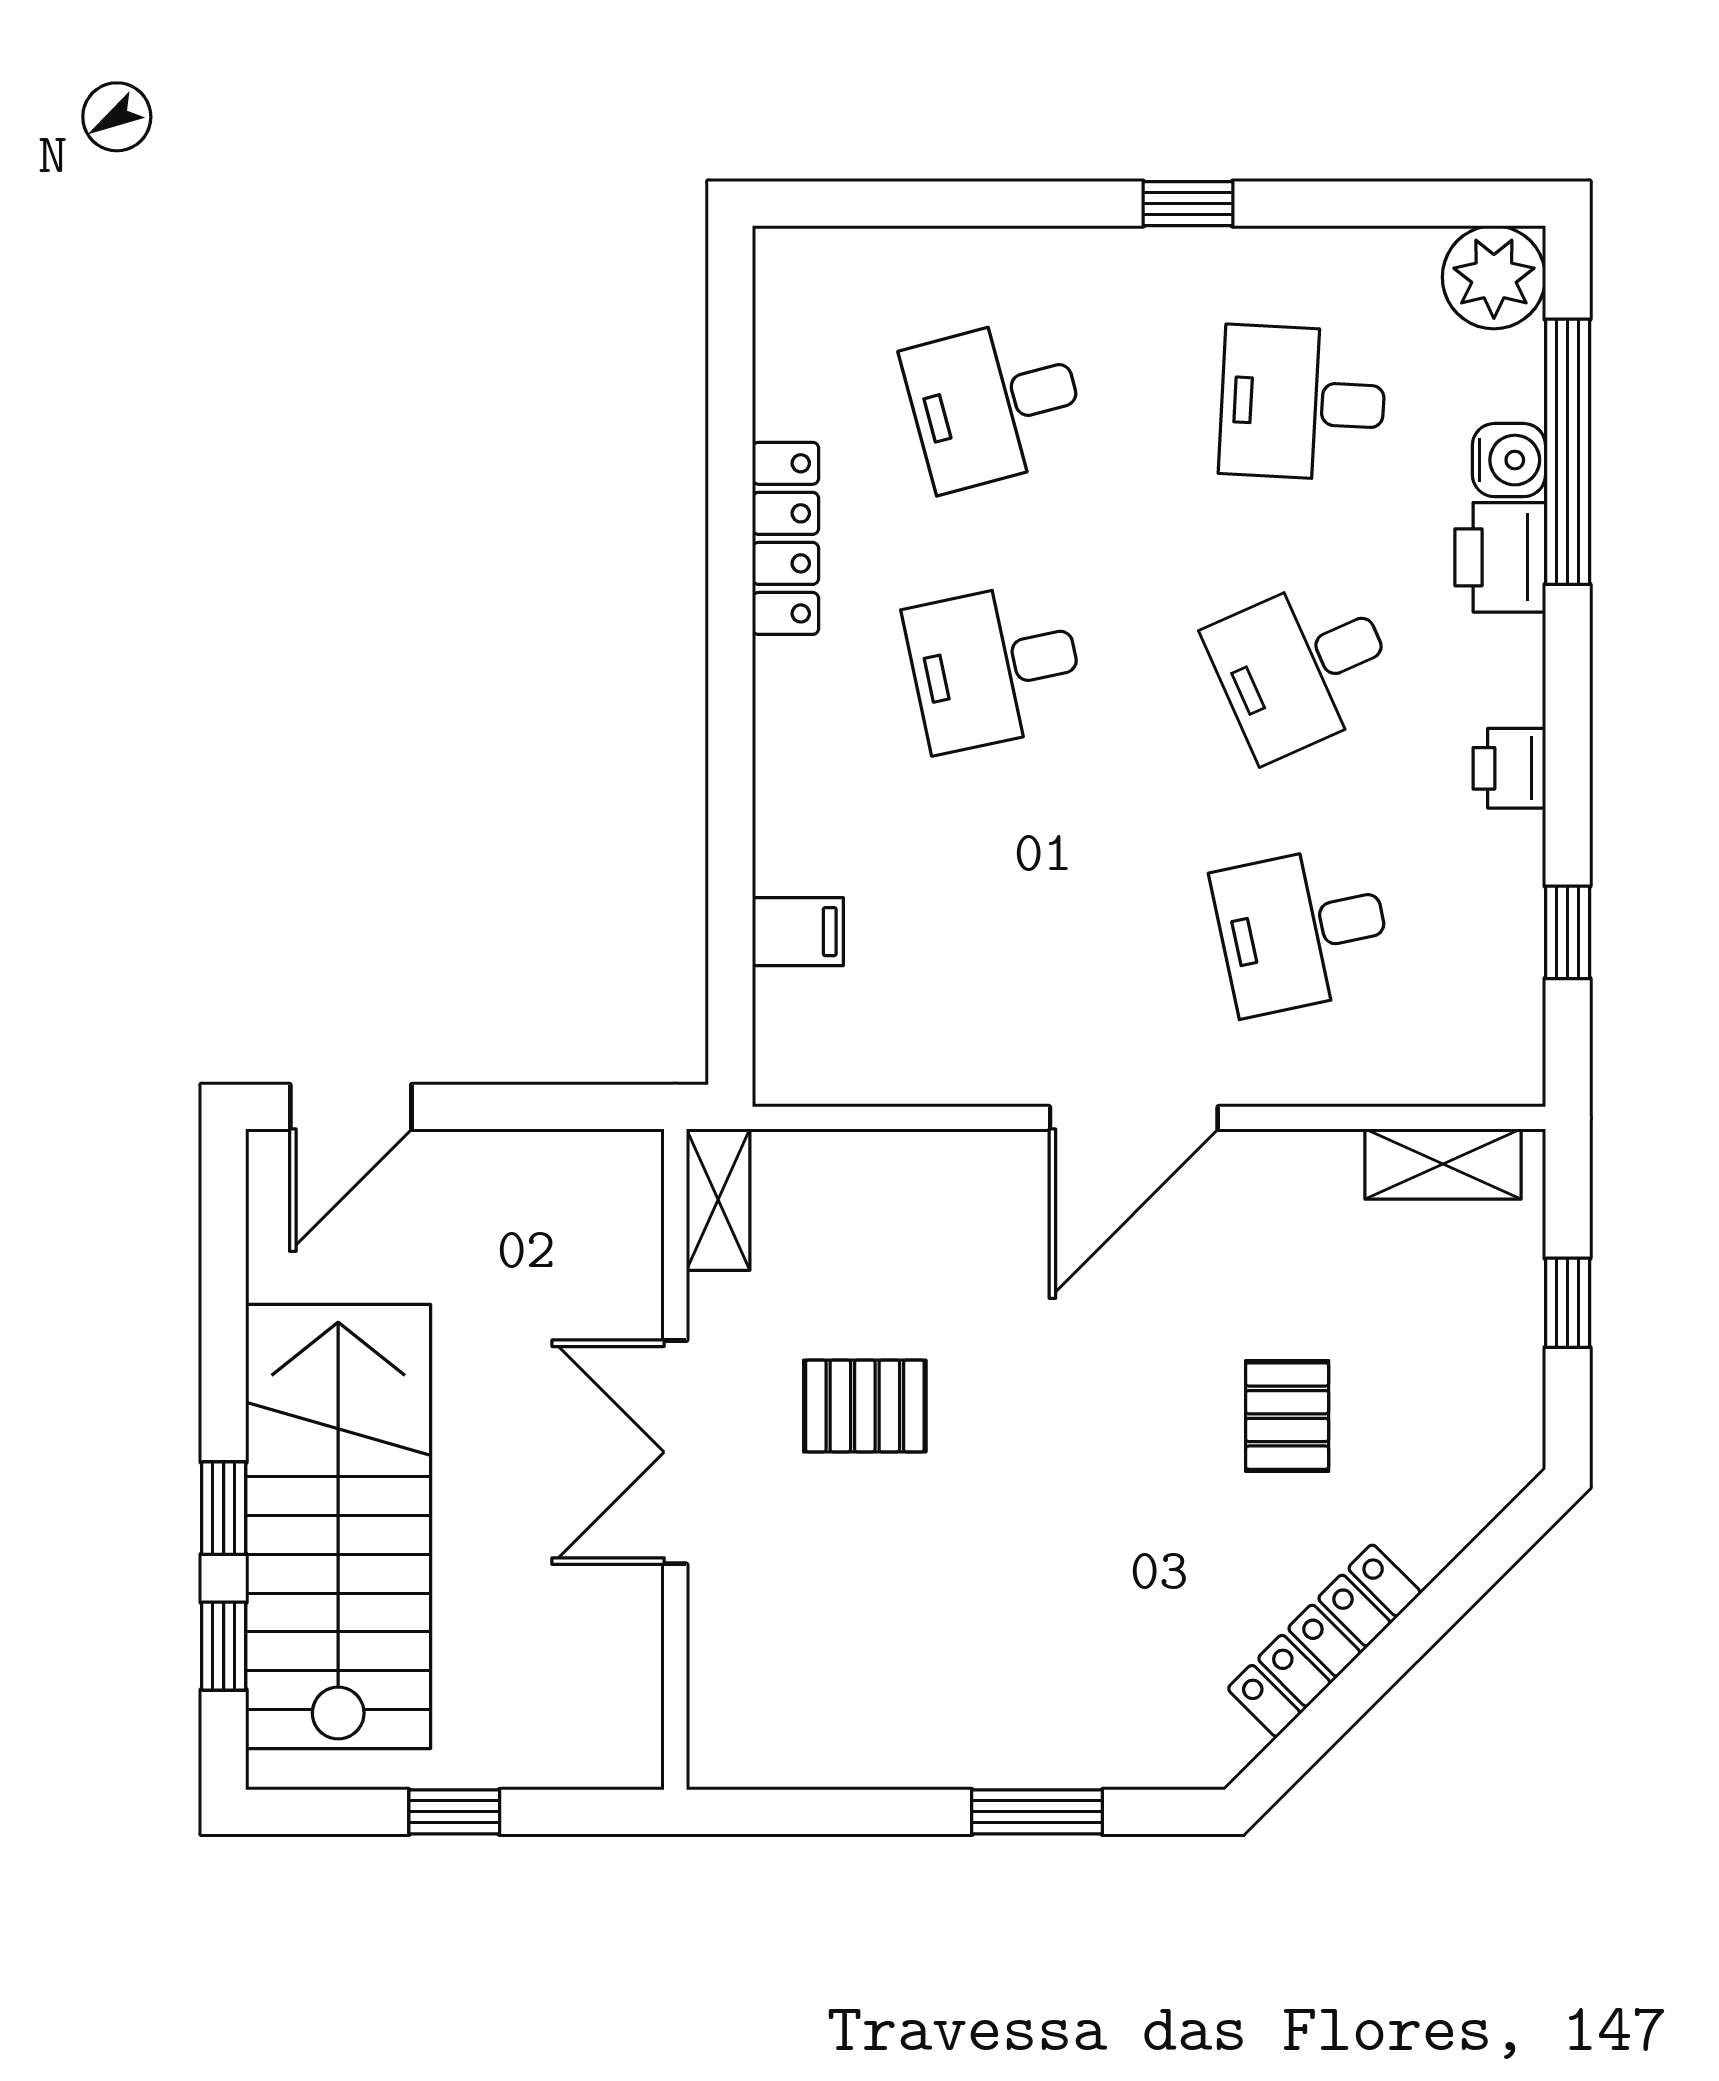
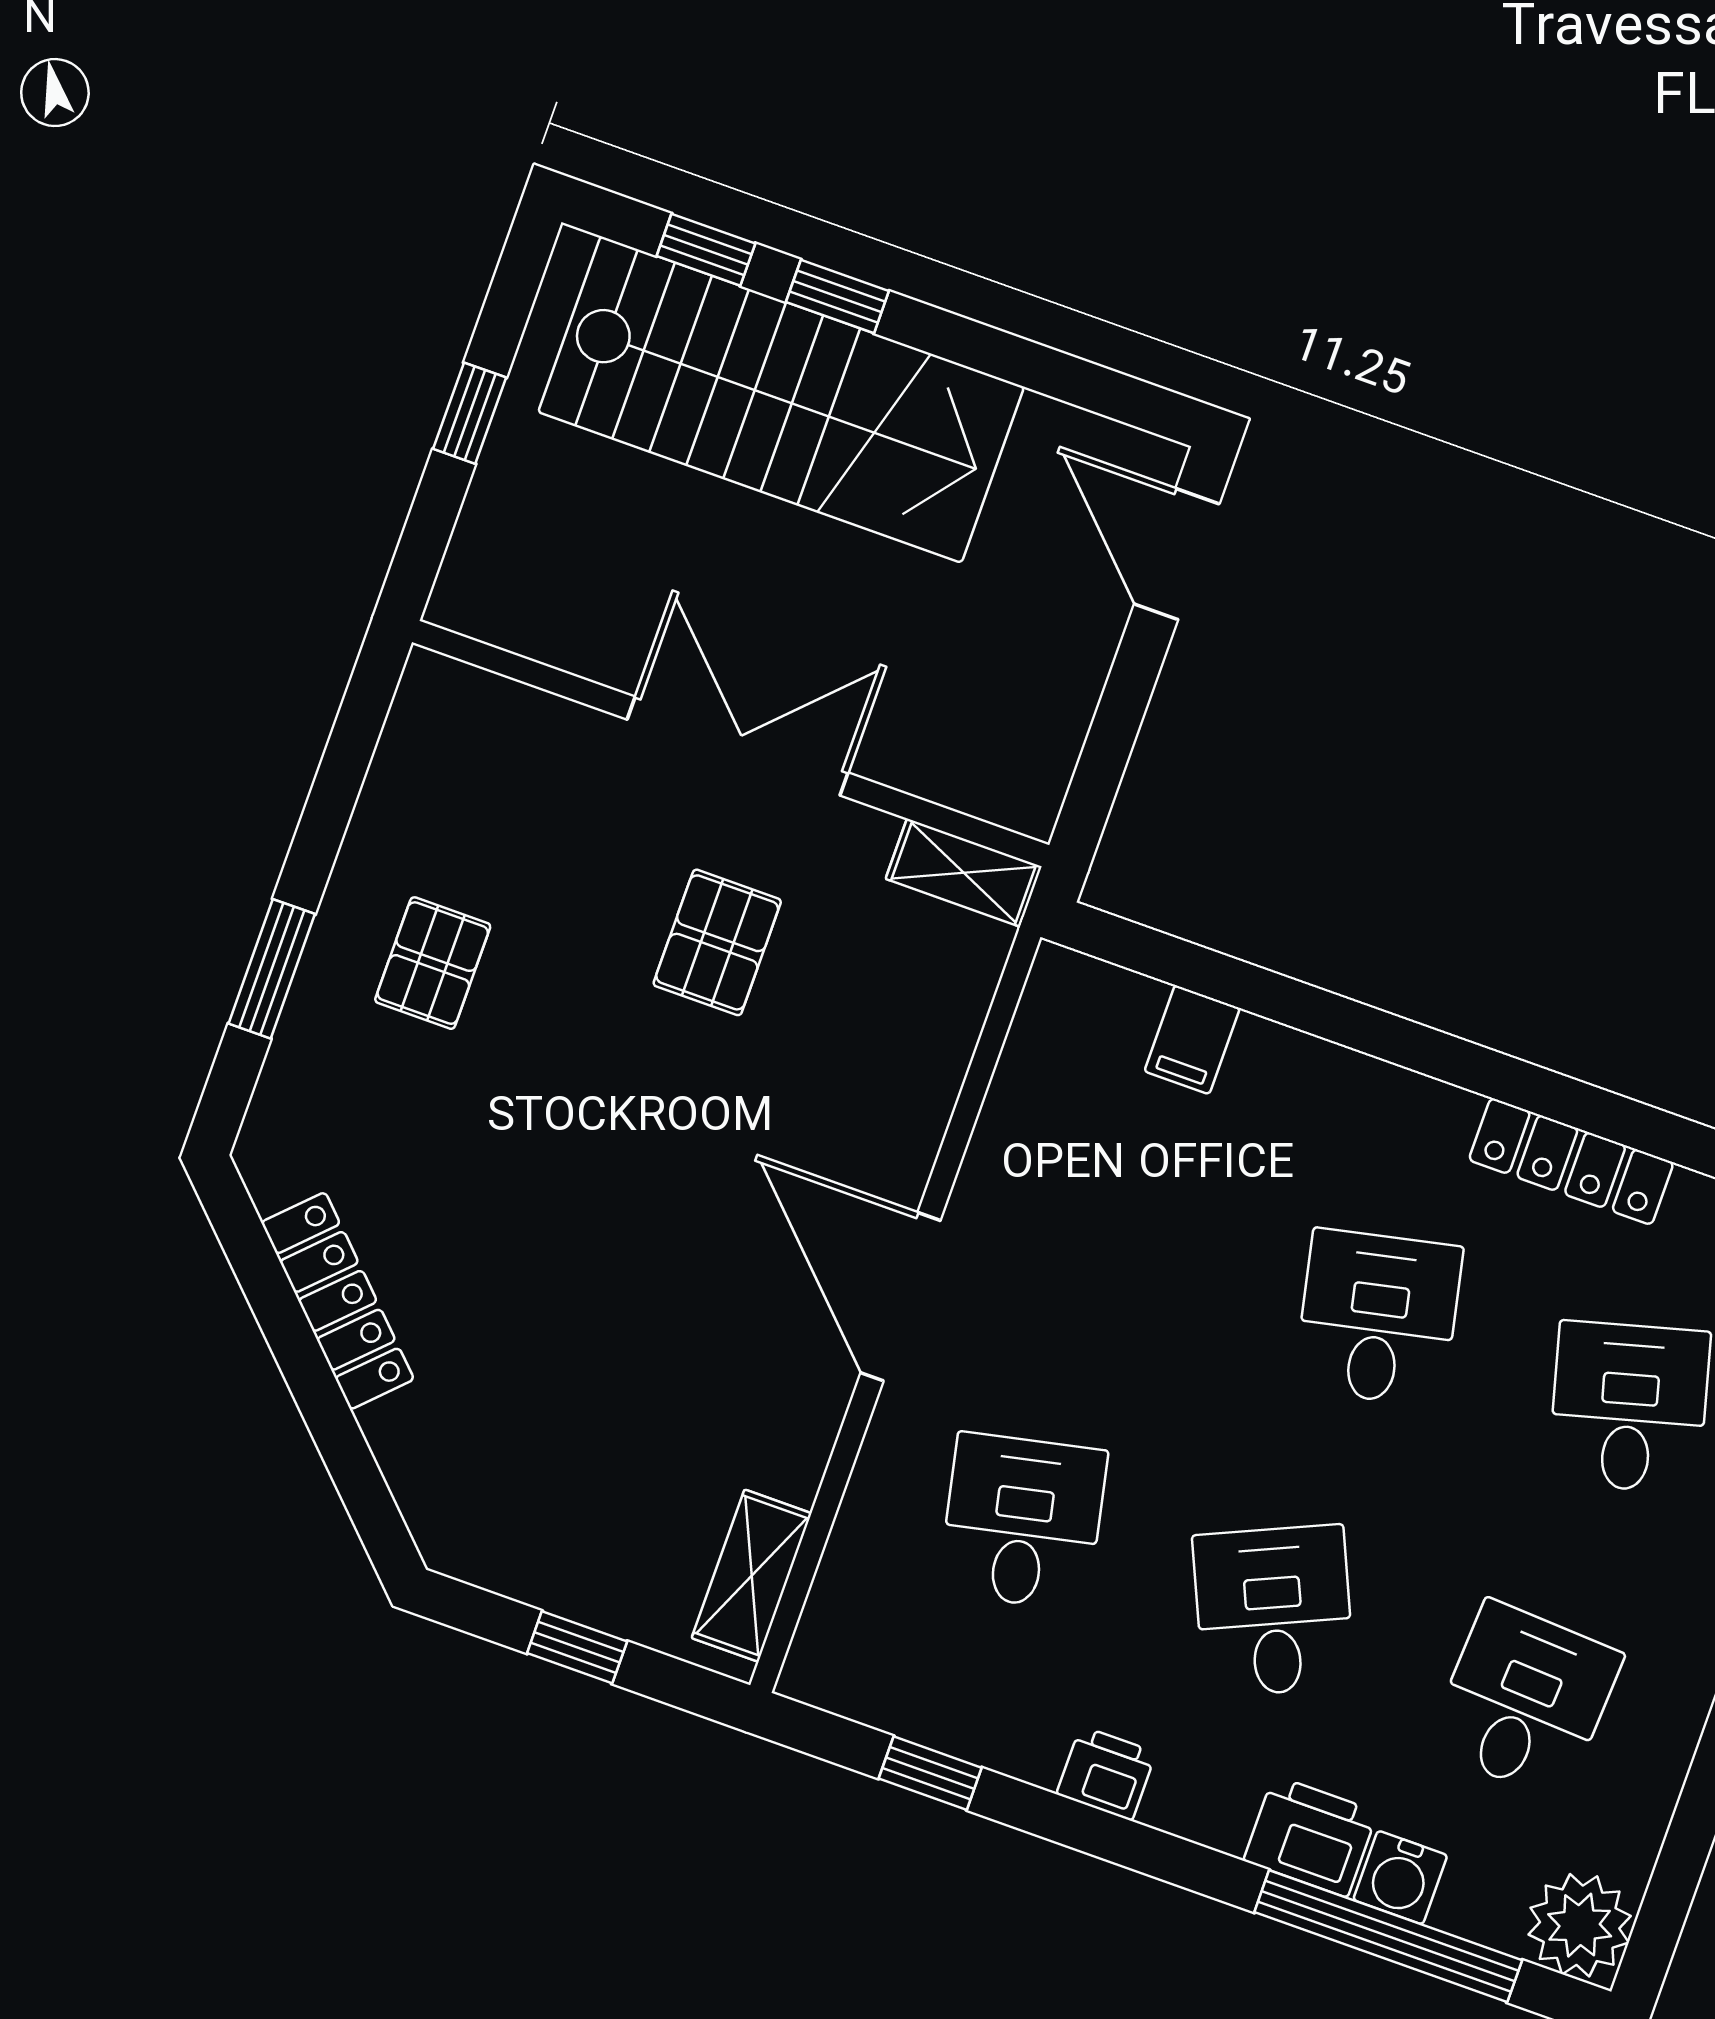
pallet: (1287, 1416) -> (433, 963), moved, turned 90

